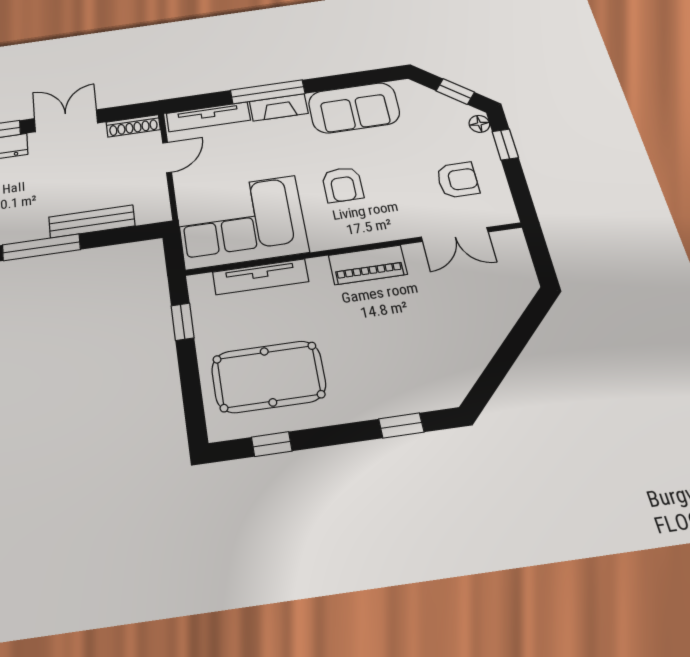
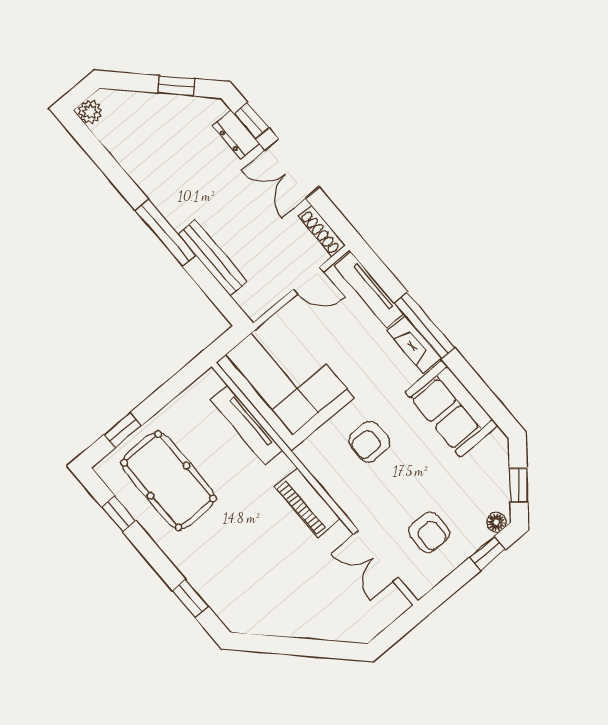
double door: (66, 121) -> (292, 169), swing flipped
window: (183, 322) -> (123, 430), moved

